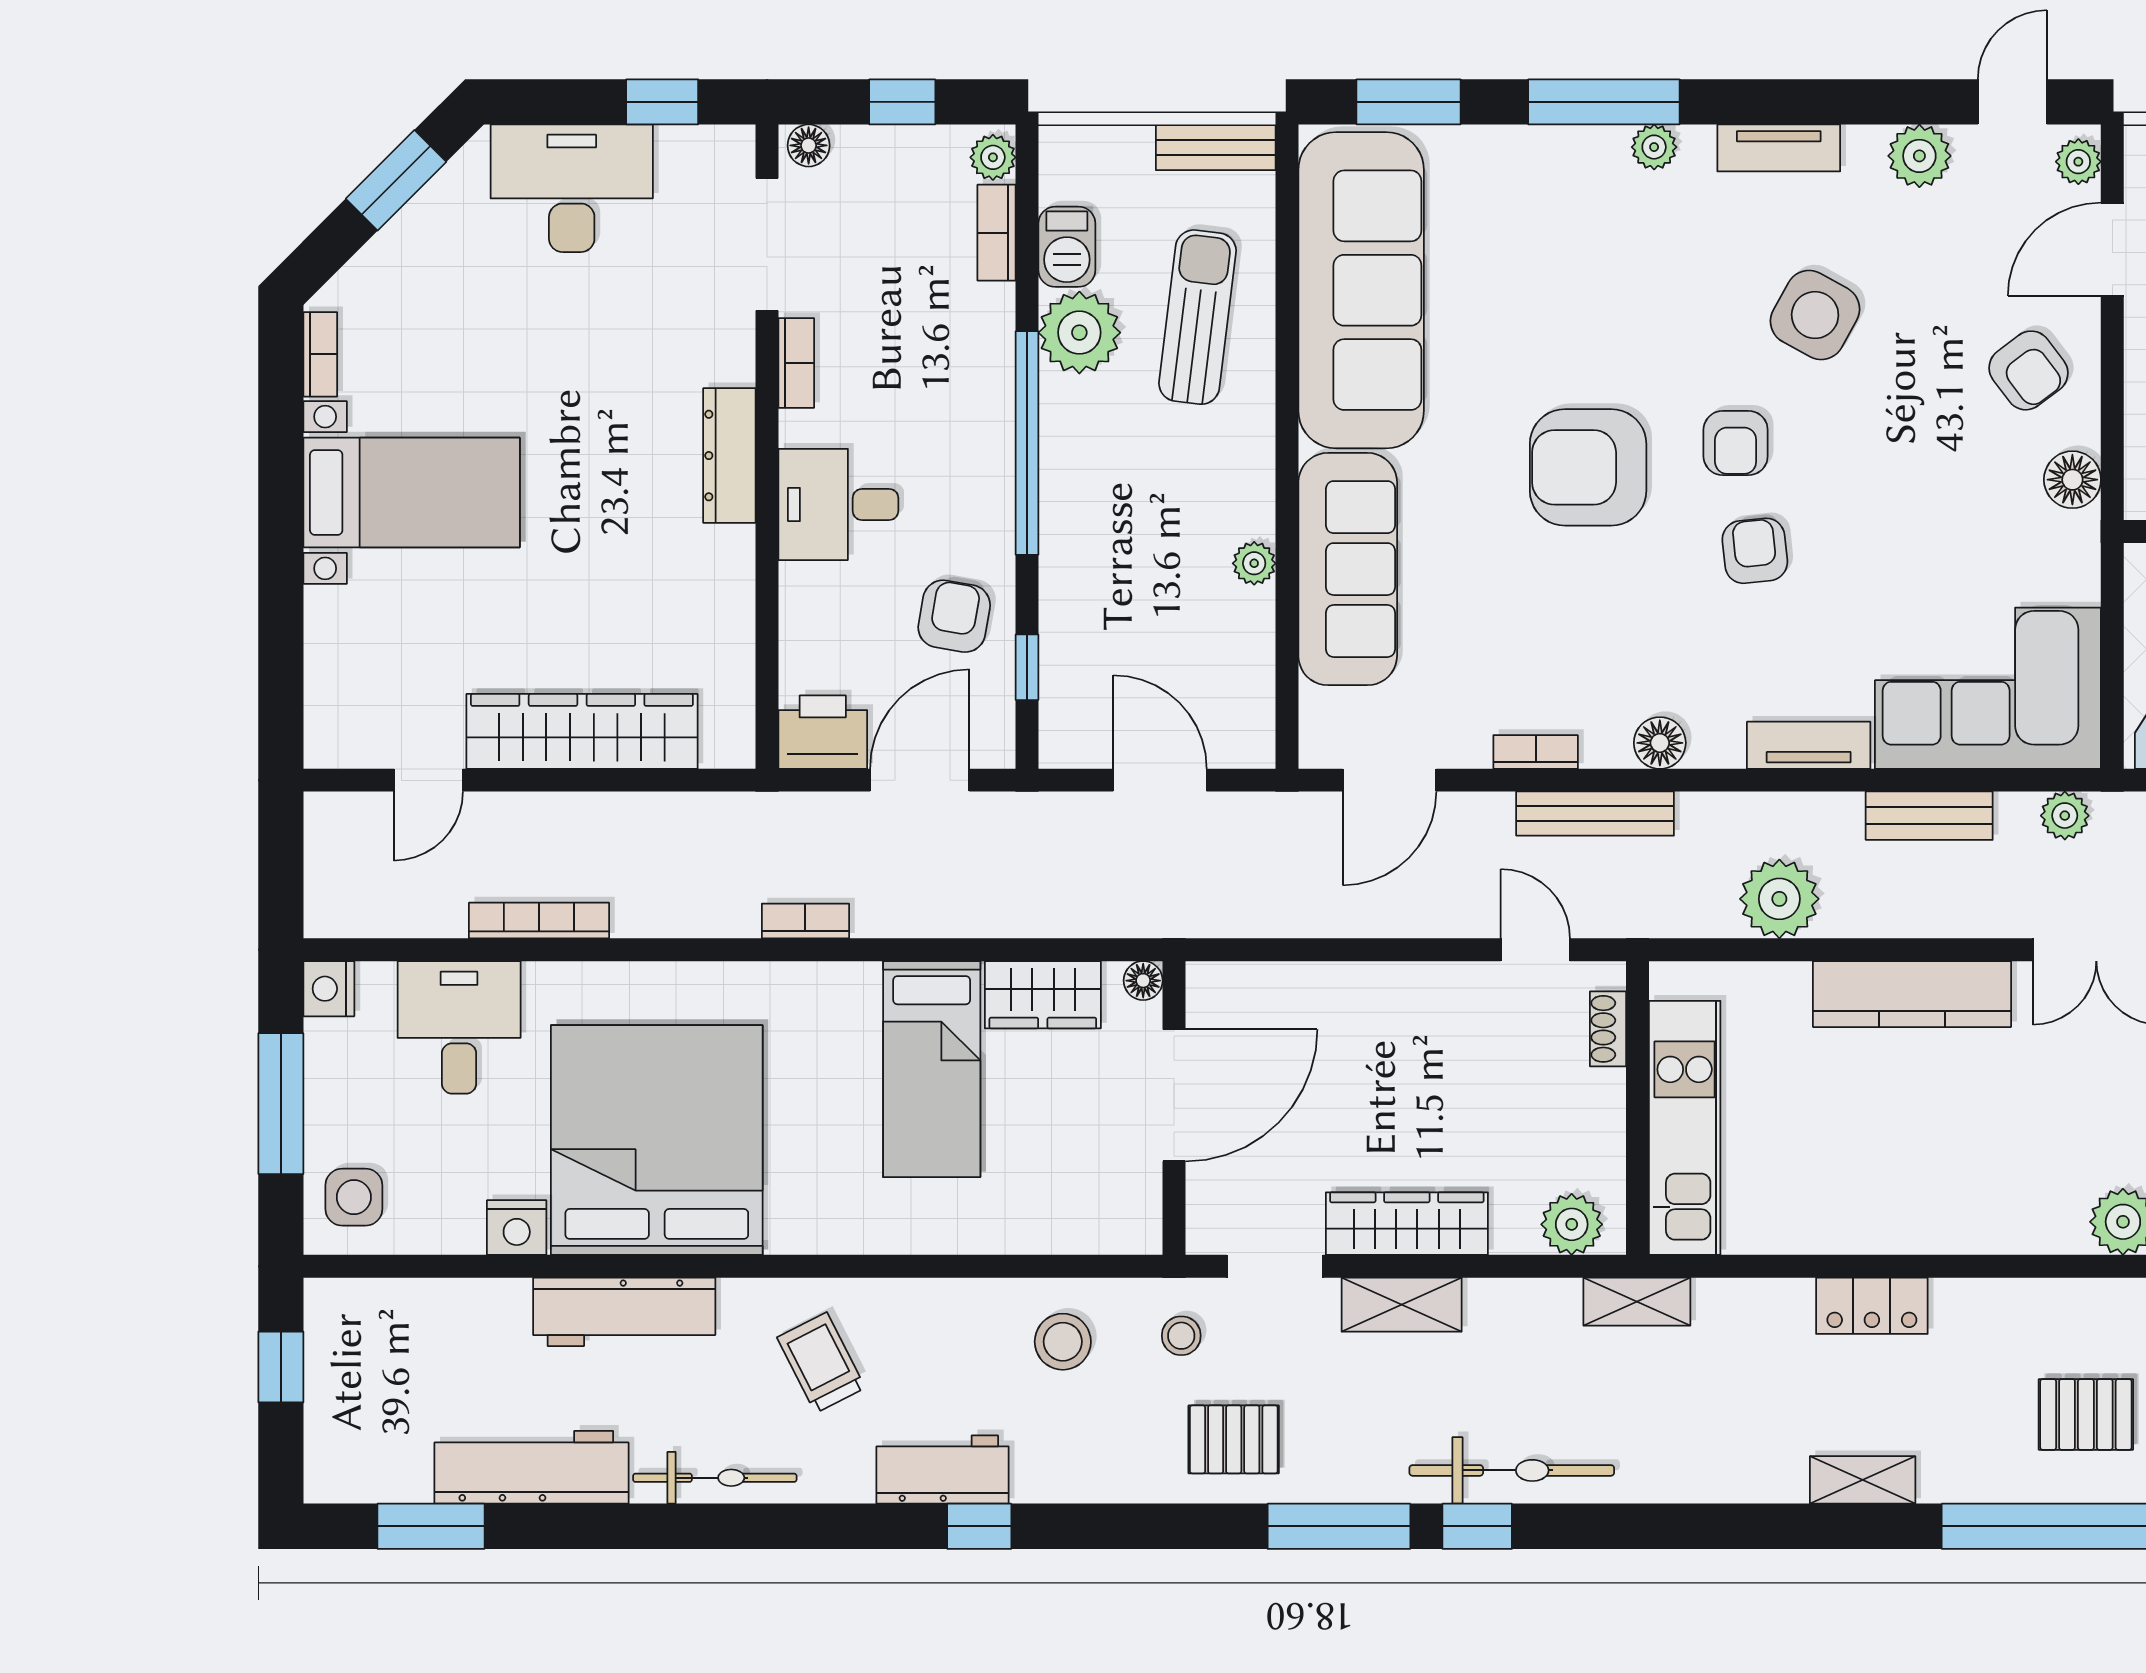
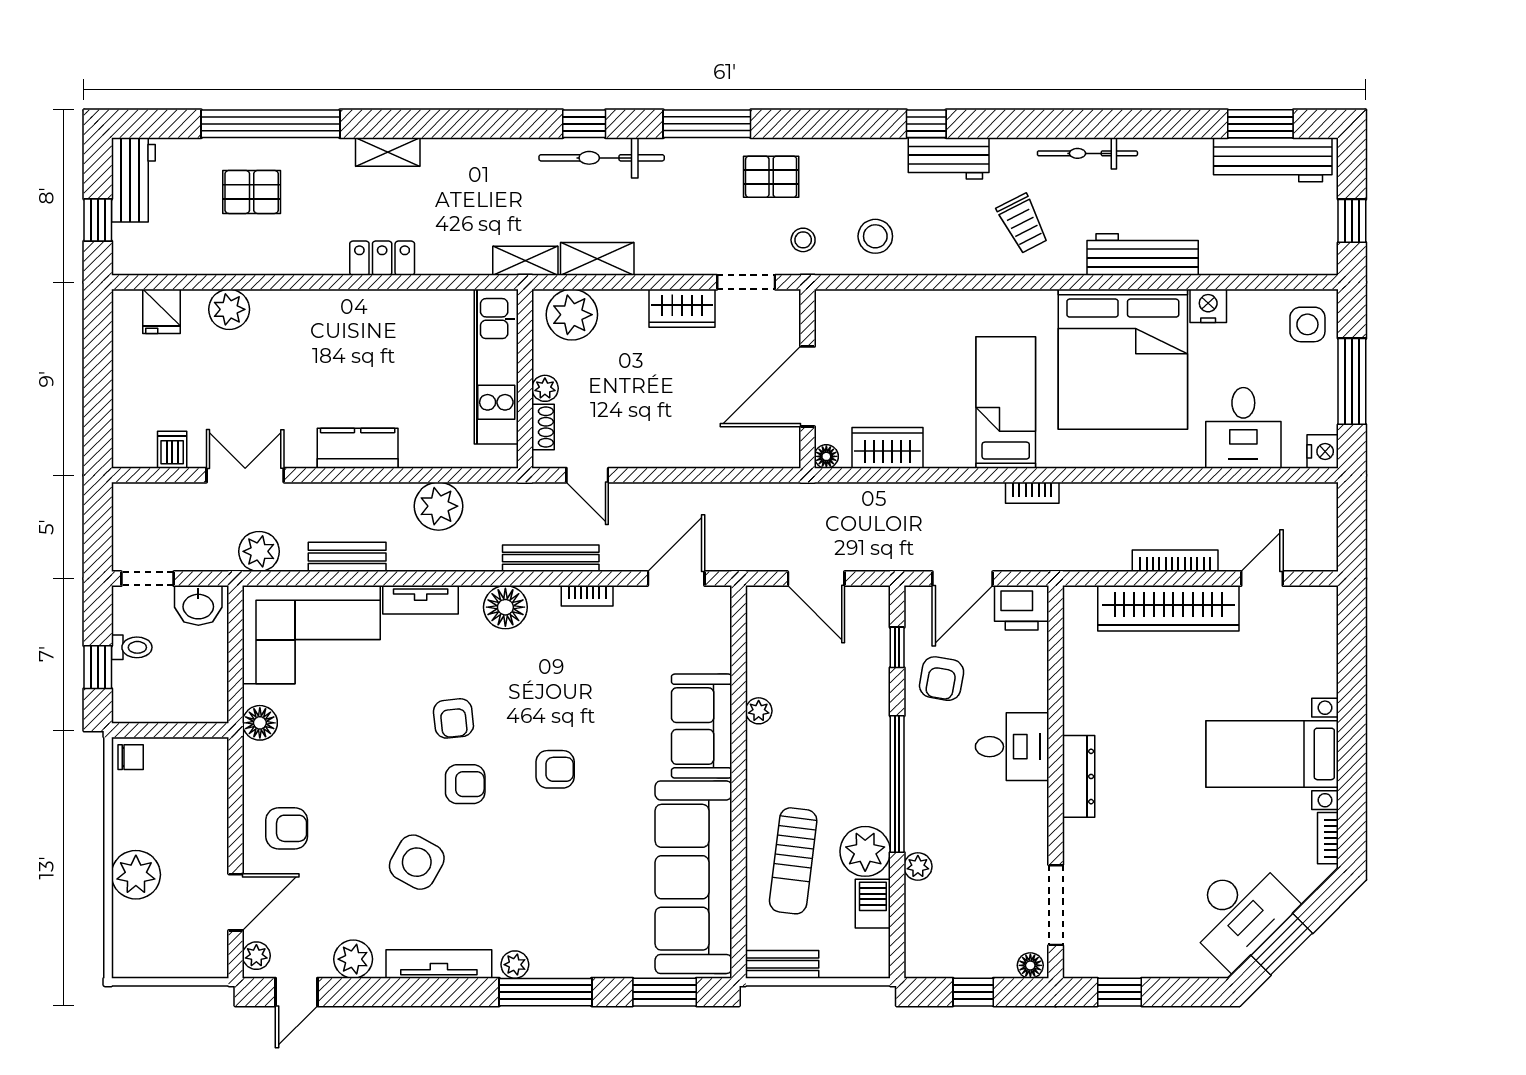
tv unit: (1779, 148) -> (439, 964), width x1.41
plant: (993, 157) -> (918, 866), moved
desk: (572, 188) -> (1239, 912), moved, turned -45
bookcase: (997, 233) -> (916, 912), removed
bookcase: (796, 363) -> (1038, 833), removed
armchair: (2029, 370) -> (287, 828), turned 127
armchair: (1736, 443) -> (465, 784), turned 90
armchair: (1588, 467) -> (555, 769), width x0.53, depth x0.53
floor lamp: (2072, 480) -> (260, 723), moved
sofa: (1348, 569) -> (702, 726), width x0.73
floor lamp: (1660, 743) -> (505, 607), width x1.38, depth x1.38
plant: (2065, 816) -> (259, 551), width x1.38, depth x1.38
bookcase: (539, 920) -> (1175, 561), moved, turned 180
kitchen counter: (1912, 994) -> (358, 448), width x0.67
bed: (932, 1069) -> (1006, 402), moved
plant: (1605, 1092) -> (545, 388), added
wardrobe: (1407, 1224) -> (682, 308), width x0.67
plant: (1572, 1224) -> (572, 315), width x1.36, depth x1.36
shelving: (1402, 1305) -> (597, 259), moved
workbench: (532, 1467) -> (1273, 160), moved
window: (1477, 1526) -> (584, 124), moved

